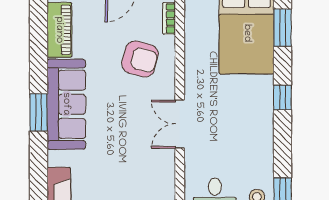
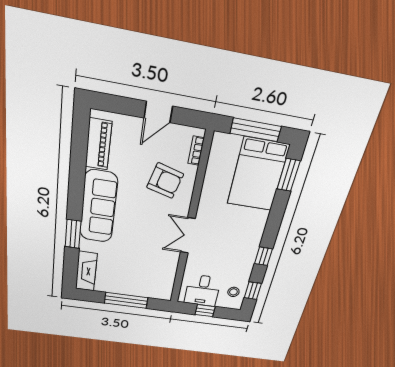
window: (283, 97) -> (263, 256), moved
window: (38, 112) -> (73, 234), moved

